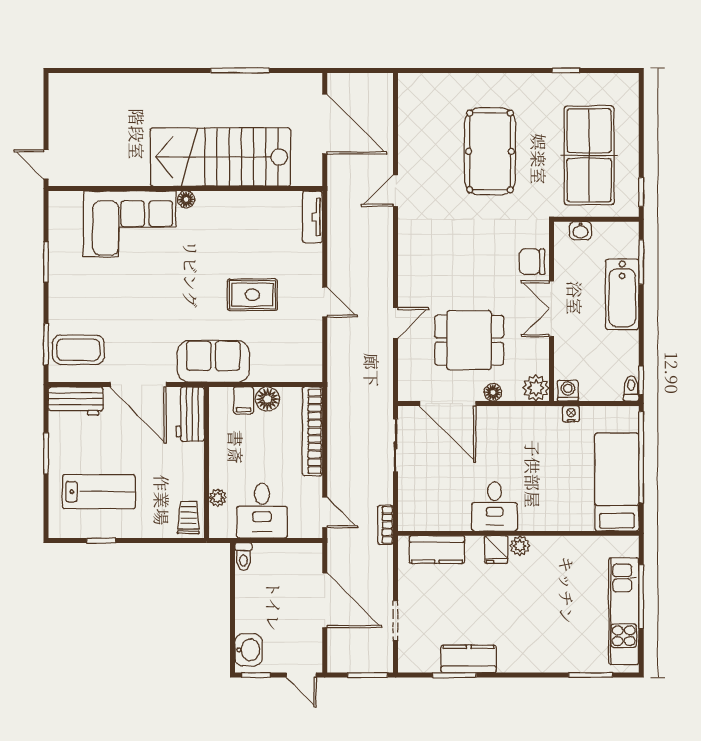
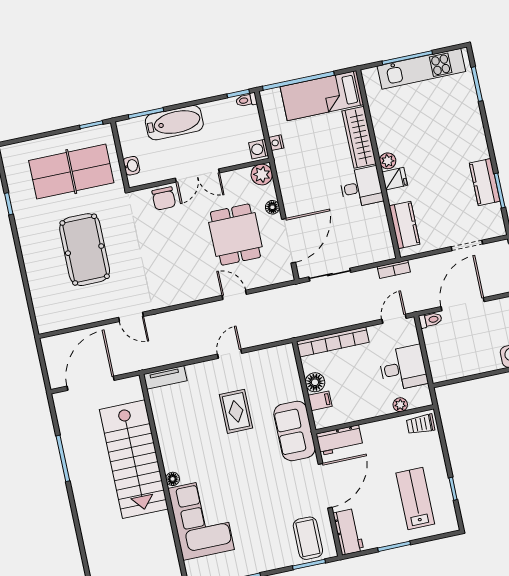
pool table: (490, 151) -> (85, 250), turned 90
wardrobe: (556, 517) -> (359, 137), added
toilet: (243, 557) -> (430, 320), moved

